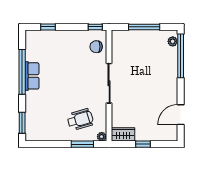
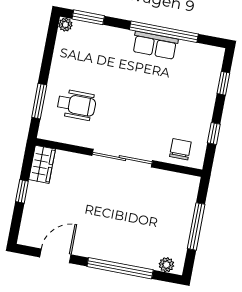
window: (95, 27) -> (214, 134), moved
window: (181, 56) -> (120, 268), moved
door: (181, 115) -> (55, 256), hinge flipped
wheelchair: (80, 119) -> (76, 105), turned -74
plant: (102, 137) -> (65, 25), moved

